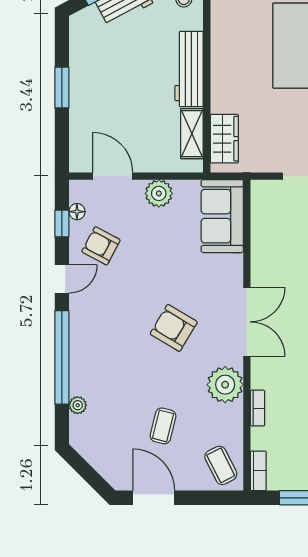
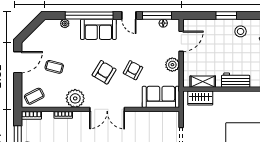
stool: (93, 59) -> (241, 31), added
workbench: (189, 69) -> (236, 80), width x0.73
window: (62, 224) -> (157, 15), width x2.17
armchair: (101, 246) -> (133, 70), moved
sofa: (89, 339) -> (98, 29), added

